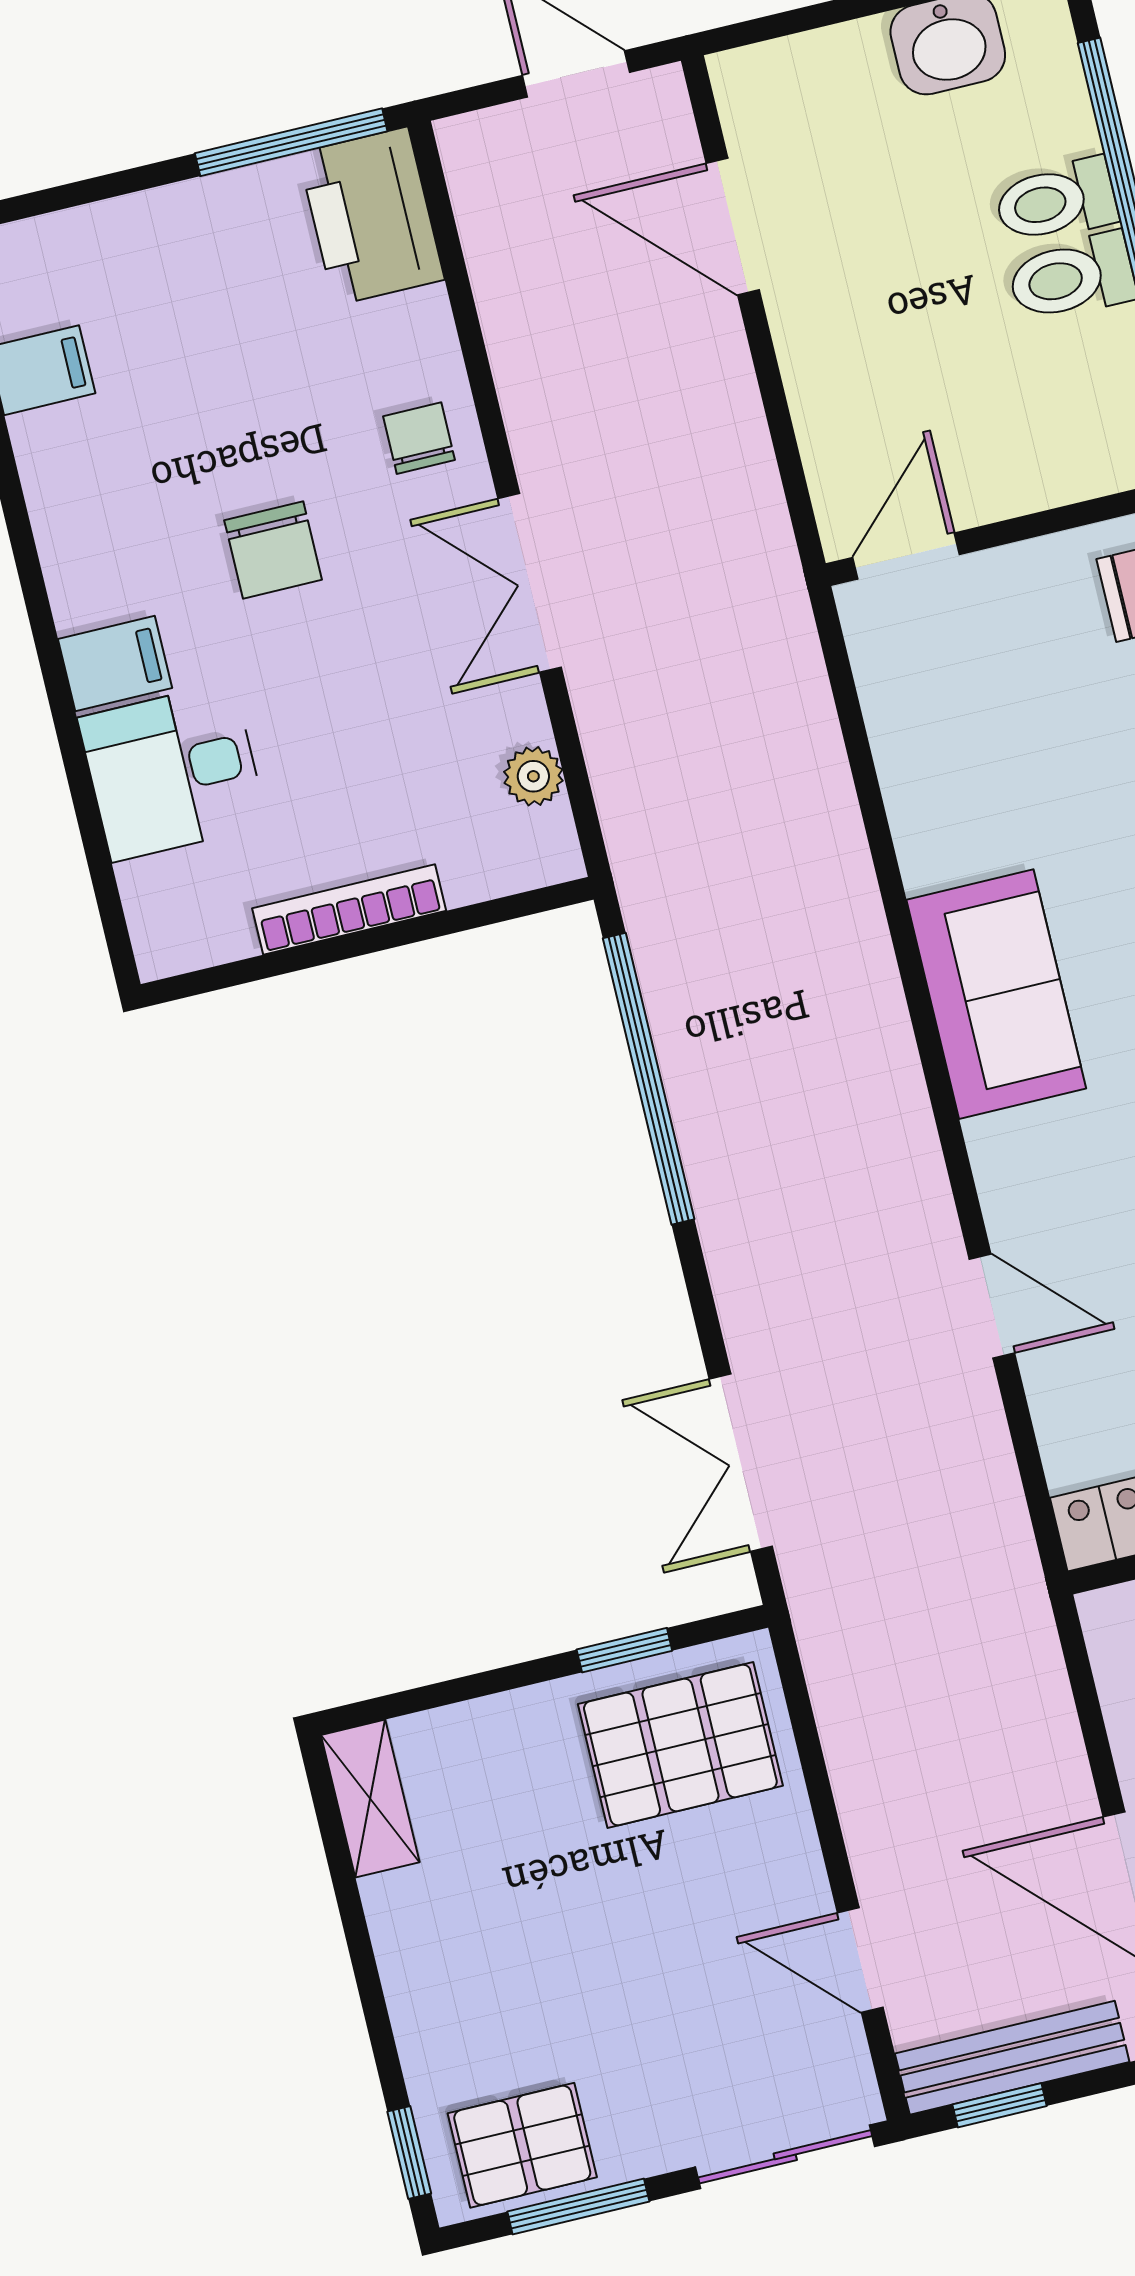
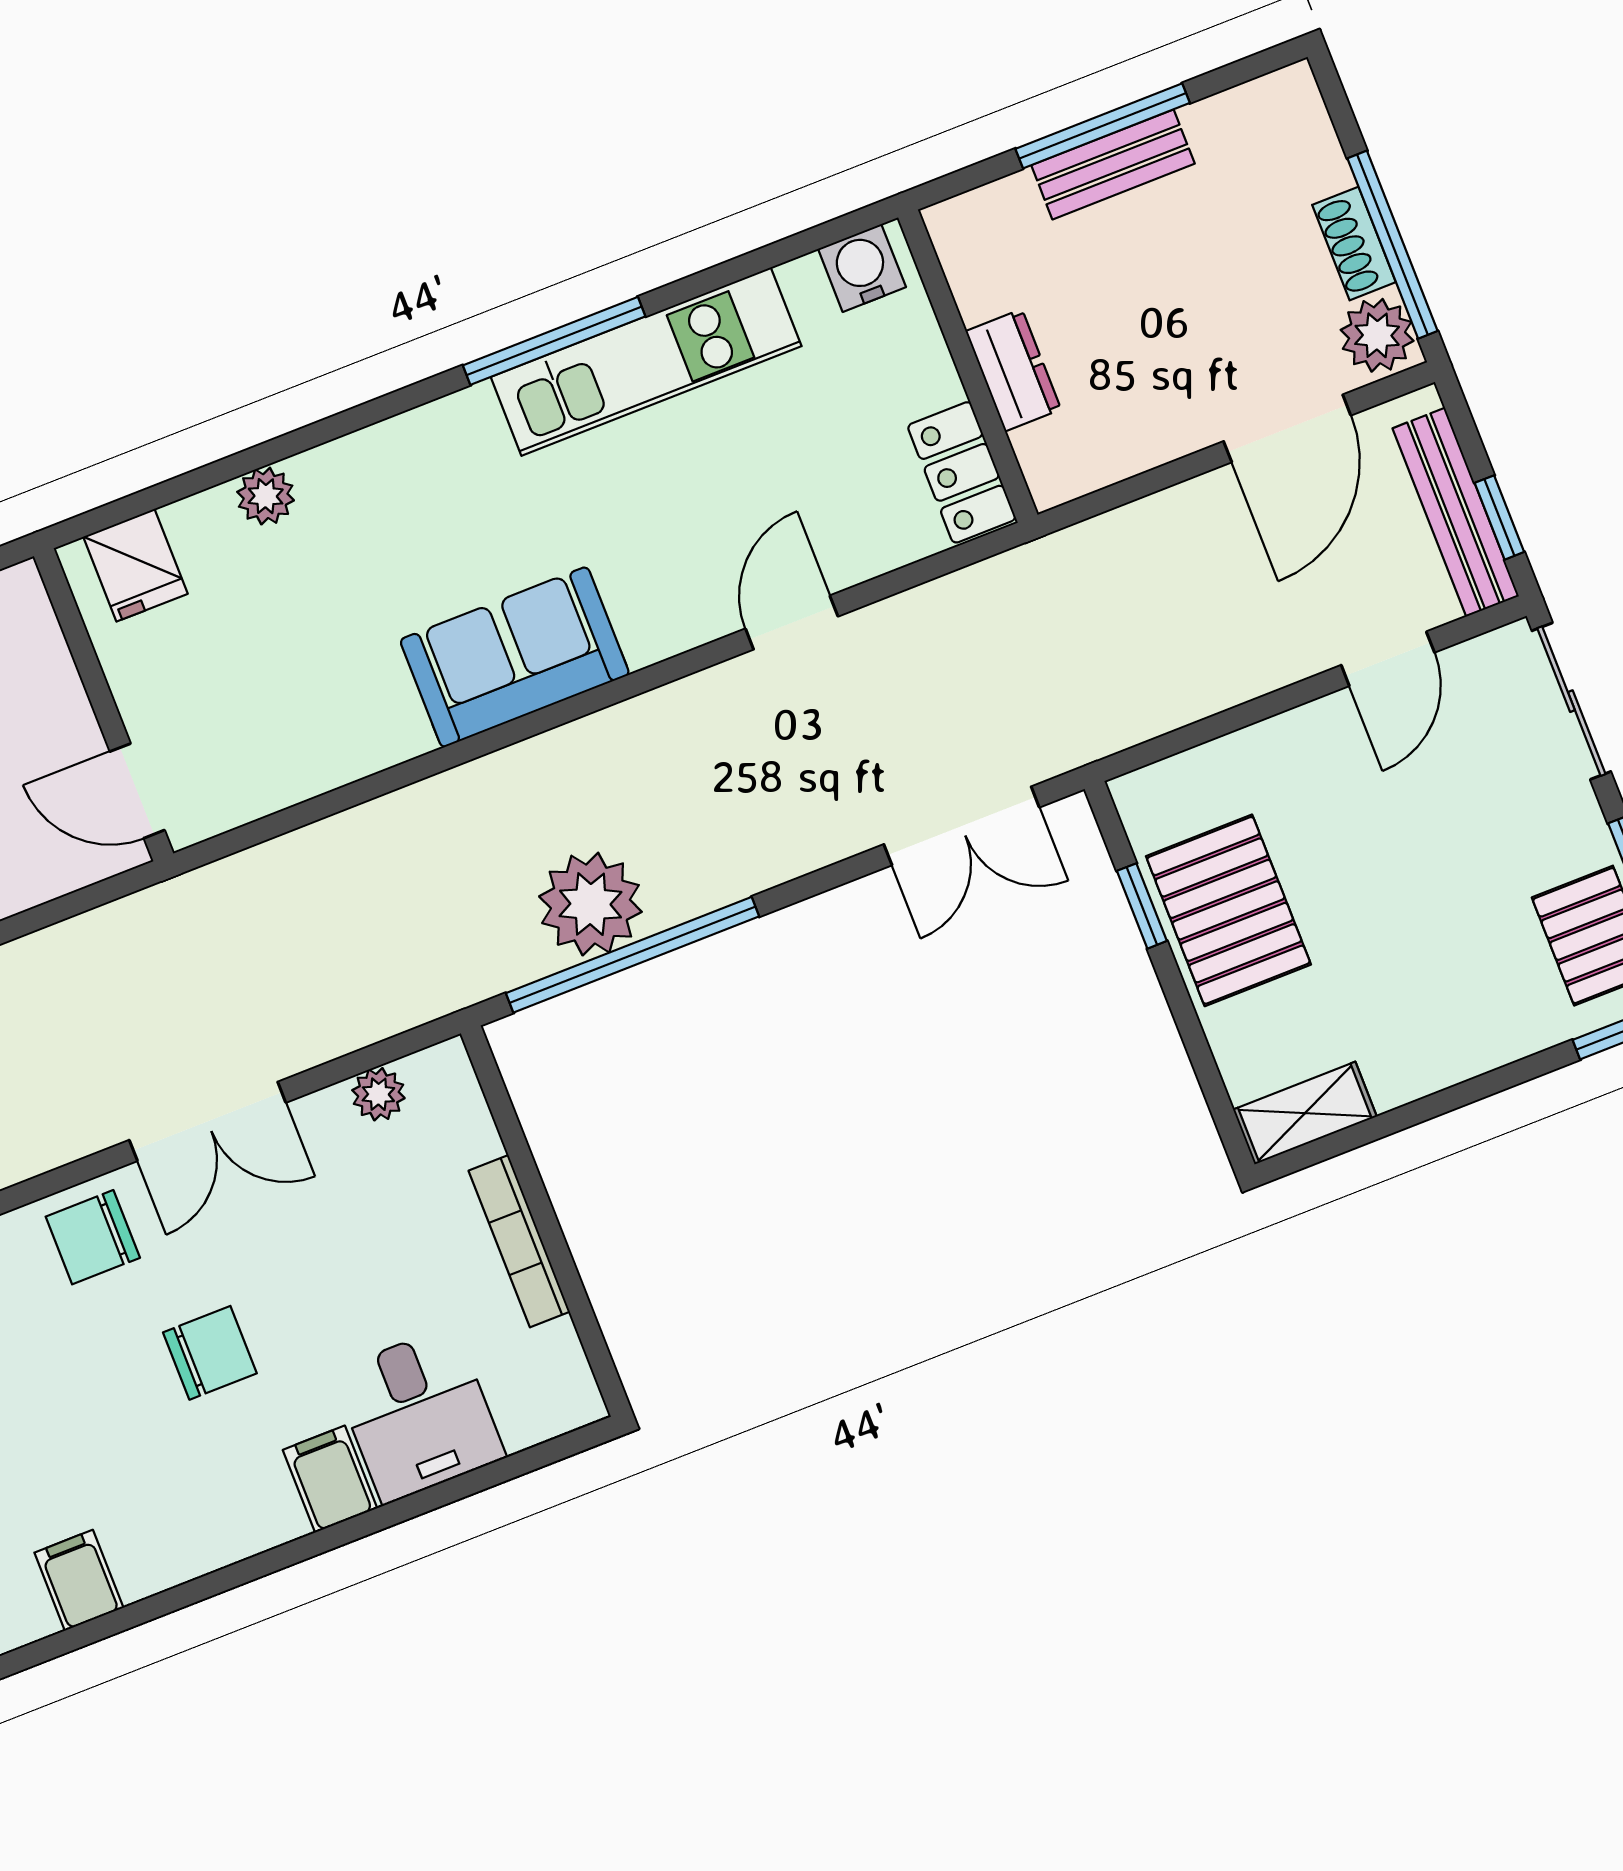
chair: (419, 438) -> (93, 1237), width x1.37, depth x1.37
plant: (711, 1040) -> (590, 904), added
pallet: (680, 1745) -> (1228, 910), moved

